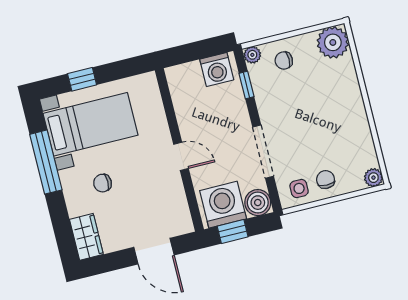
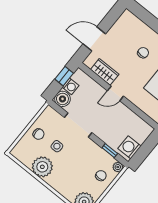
plant: (373, 178) -> (42, 167), moved, width x1.88, depth x1.88
side table: (299, 188) -> (57, 146), moved
washing machine: (223, 205) -> (71, 86), width x0.53, depth x0.53
wardrobe: (86, 237) -> (105, 72), moved, turned 180

